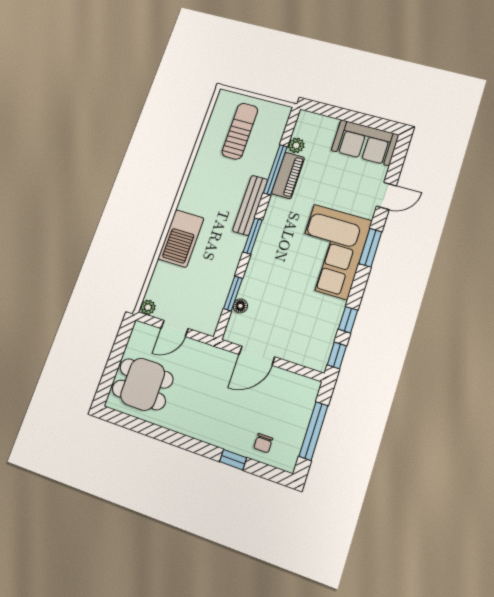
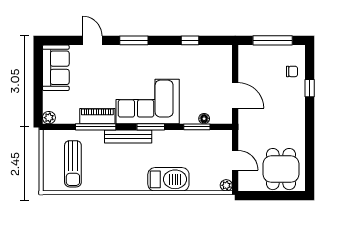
sun lounger: (240, 131) -> (73, 164), turned -90
plant: (296, 145) -> (49, 118), moved
corner sofa: (331, 252) -> (148, 102), moved, turned 180
window: (337, 355) -> (217, 40), removed

